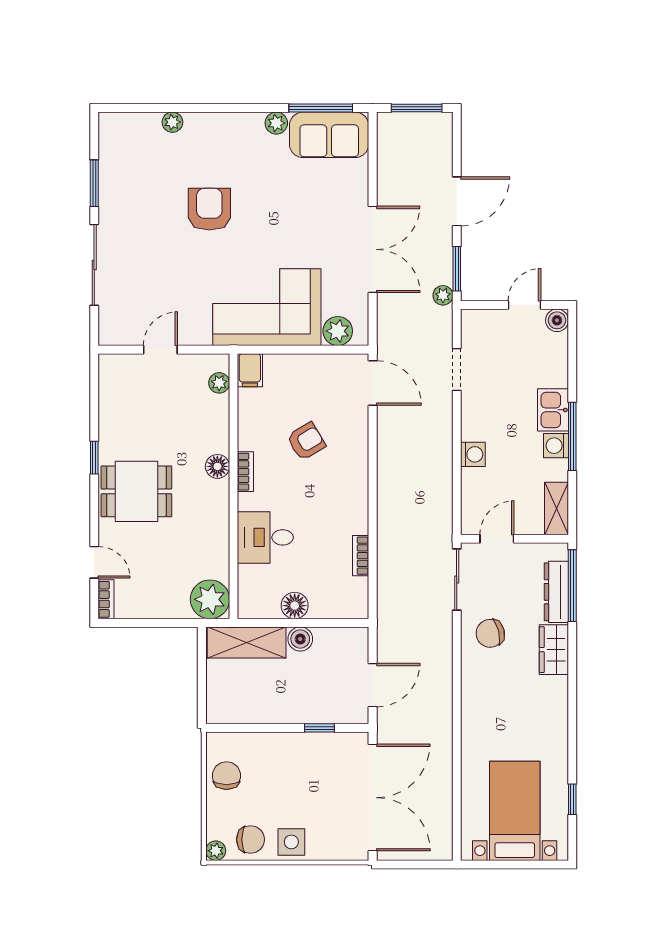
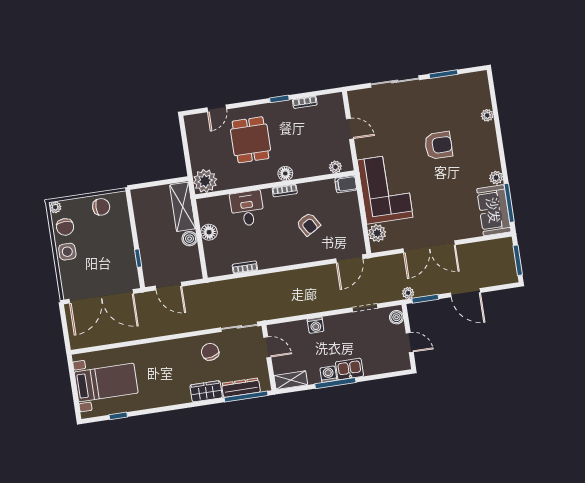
boiler: (557, 320) -> (396, 317), moved
dining table: (136, 491) -> (251, 140), moved
bookcase: (106, 599) -> (305, 102), moved

